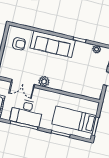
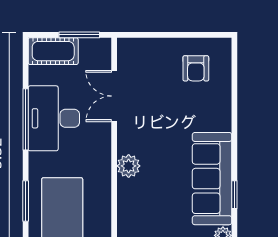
sofa: (53, 44) -> (212, 179), moved
plant: (44, 81) -> (129, 166), moved

